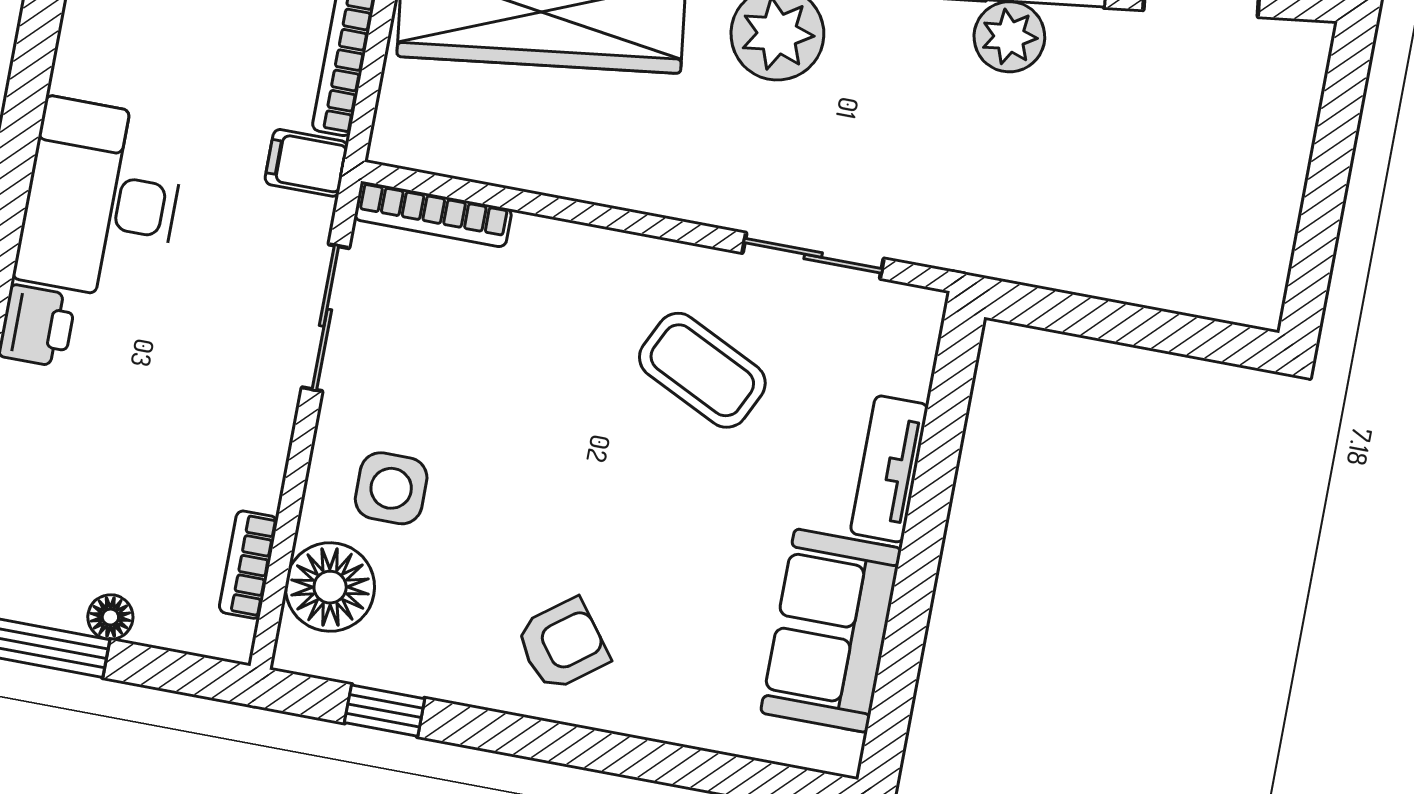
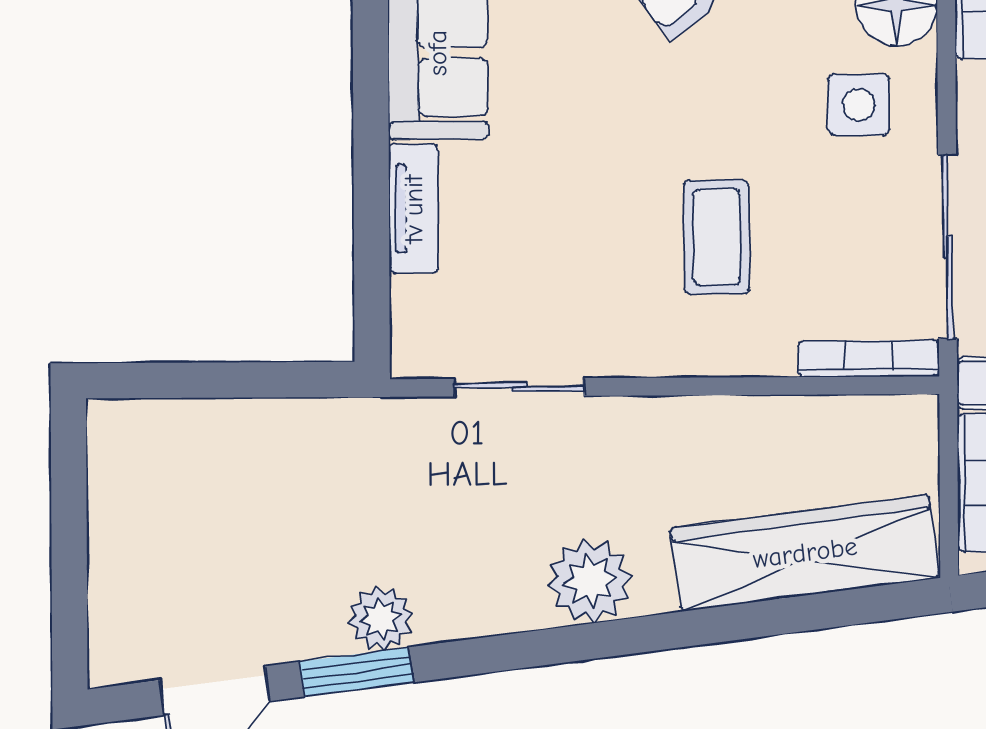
sliding door: (325, 318) -> (947, 247), width x1.37
coffee table: (702, 370) -> (716, 237), moved, turned 64

